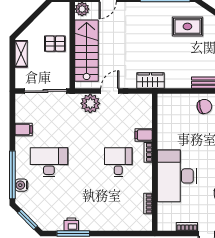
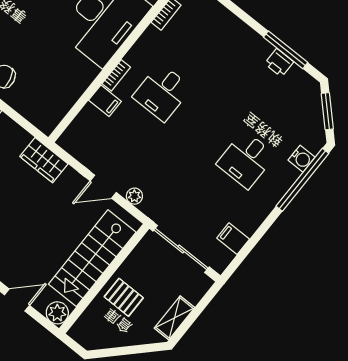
plant: (90, 103) -> (134, 196), width x0.53, depth x0.53
filing cabinet: (24, 129) -> (233, 239), moved
desk: (49, 162) -> (246, 160), width x0.73

